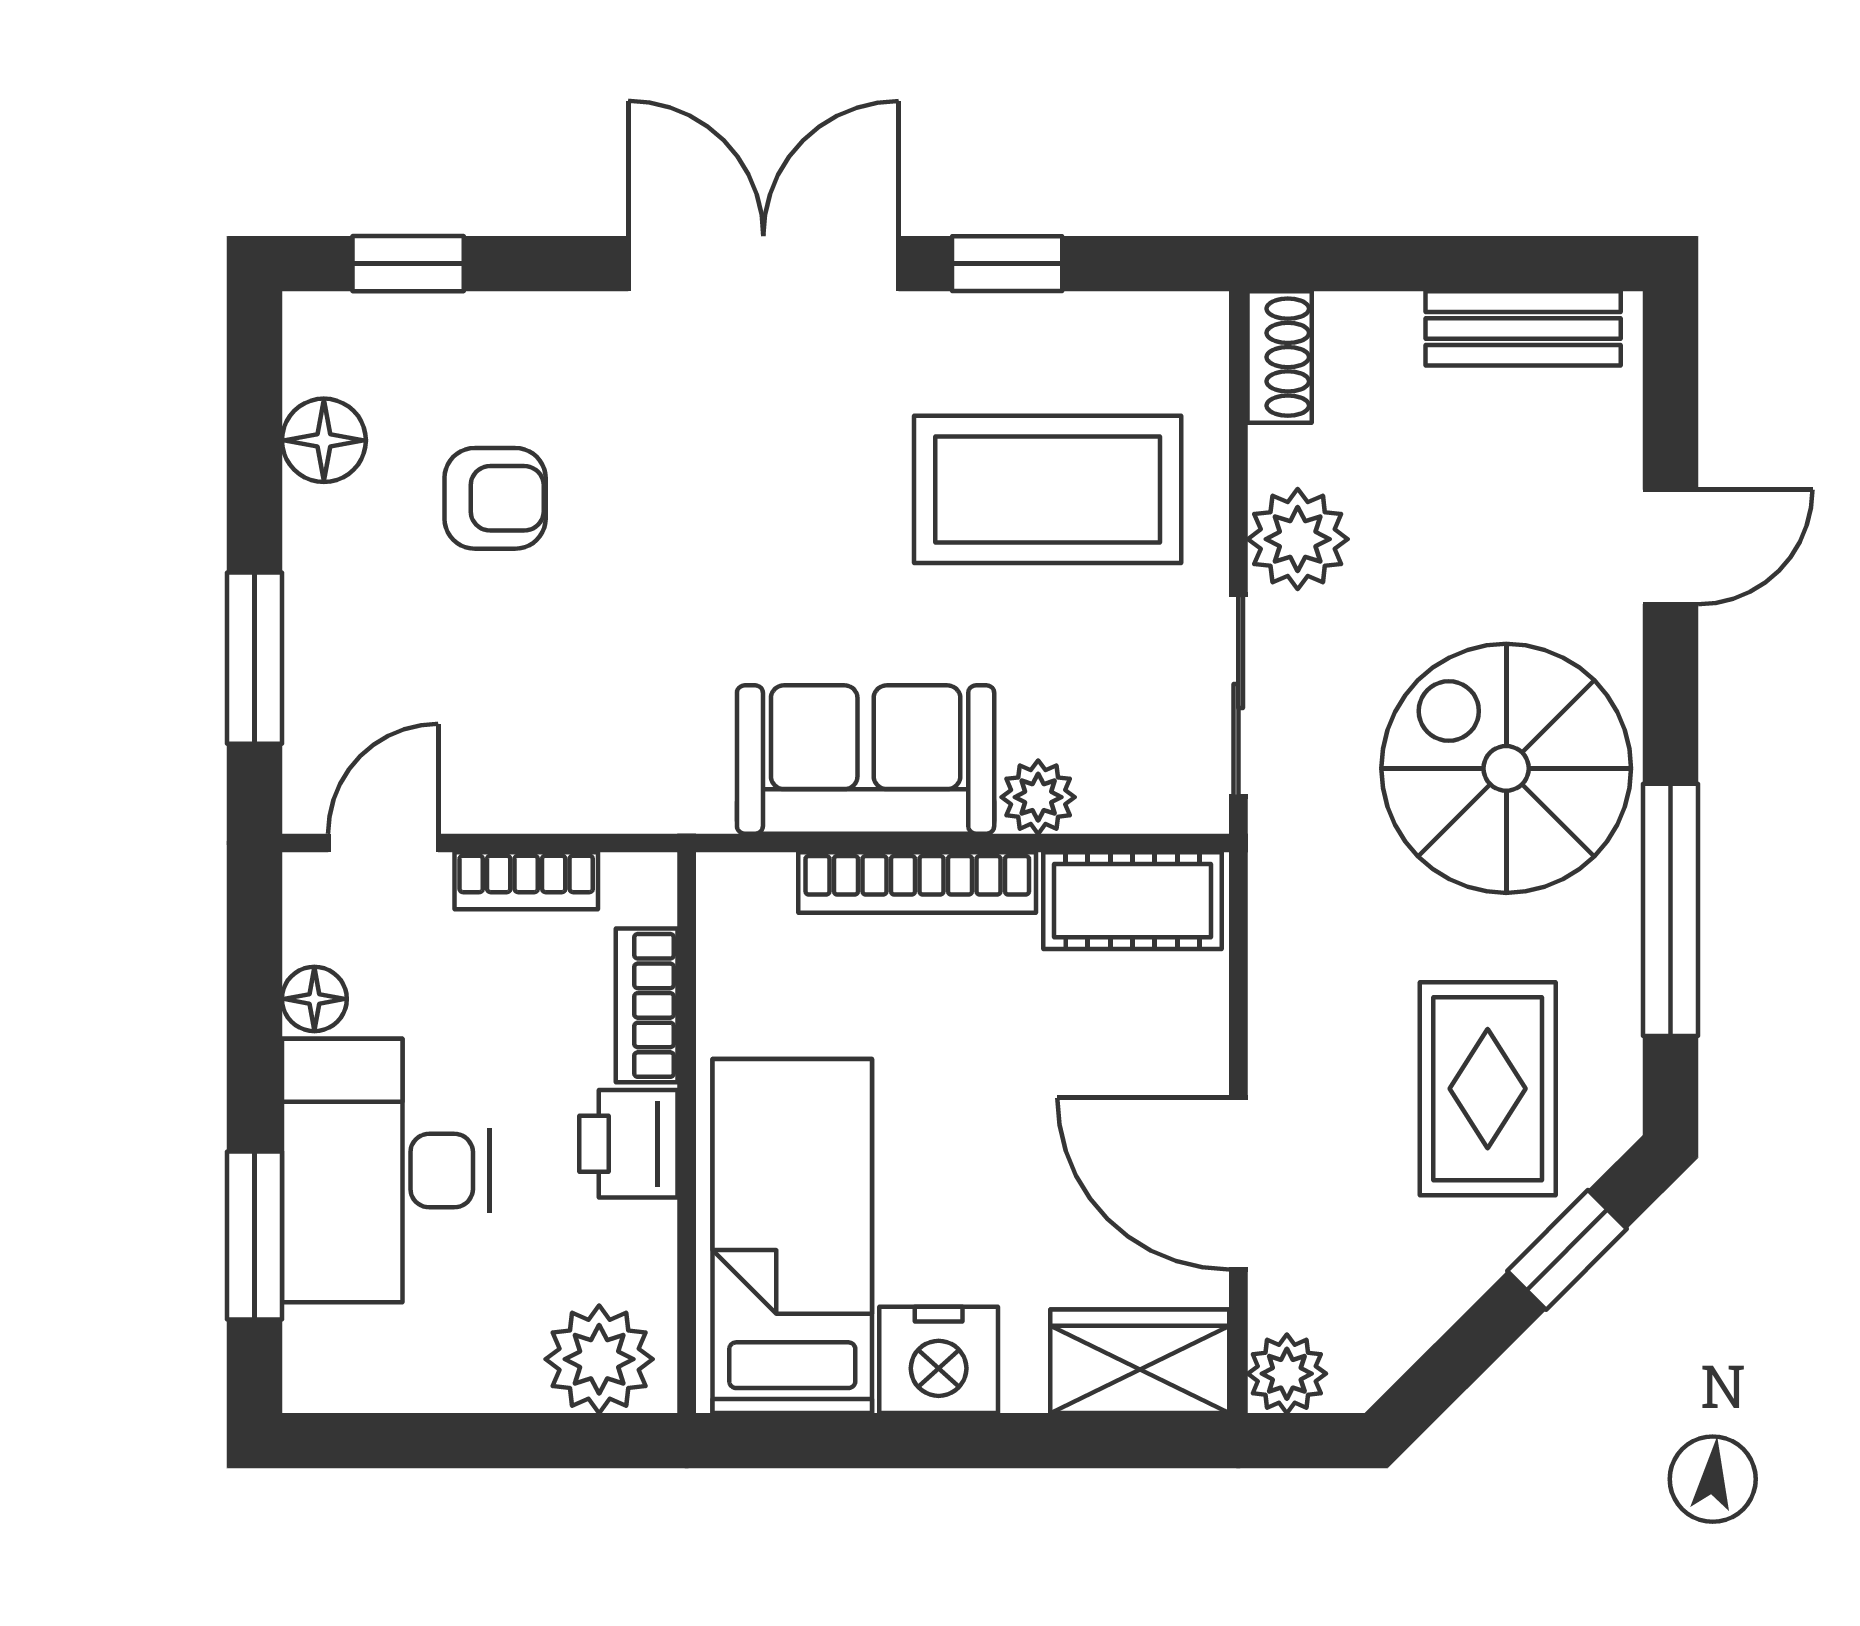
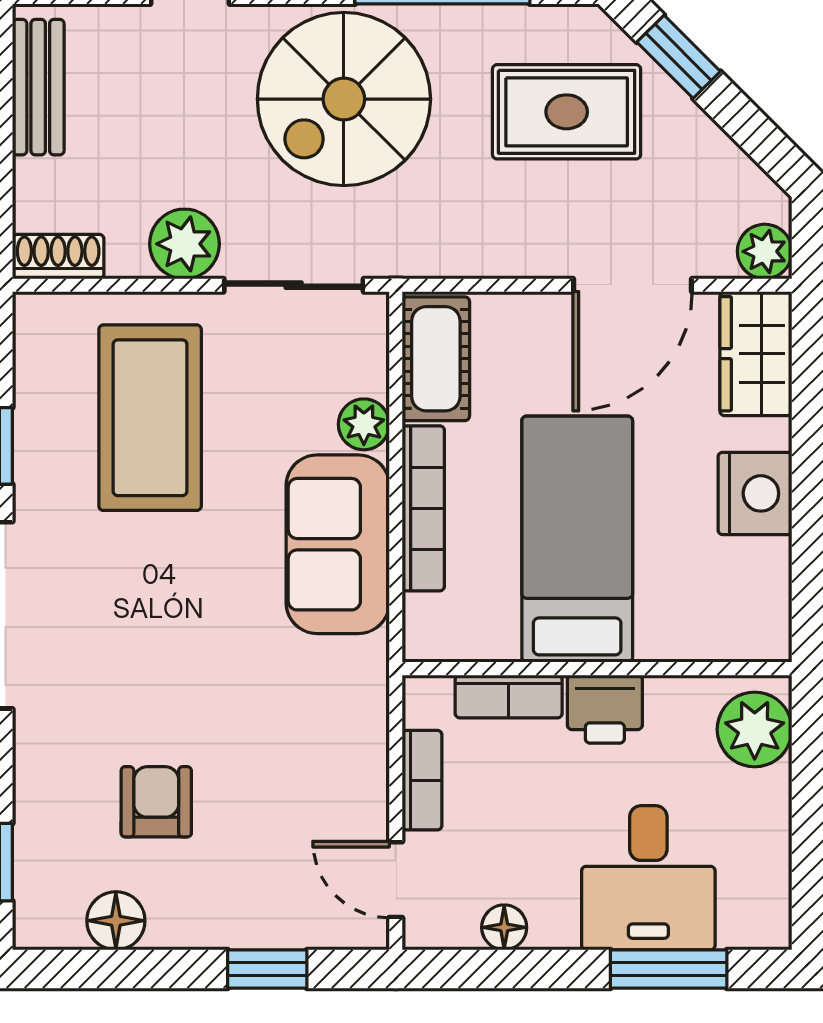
window: (254, 658) -> (267, 969), width x0.67
desk: (386, 1171) -> (648, 878), width x0.73
bed: (792, 1236) -> (577, 539), moved, turned 90

